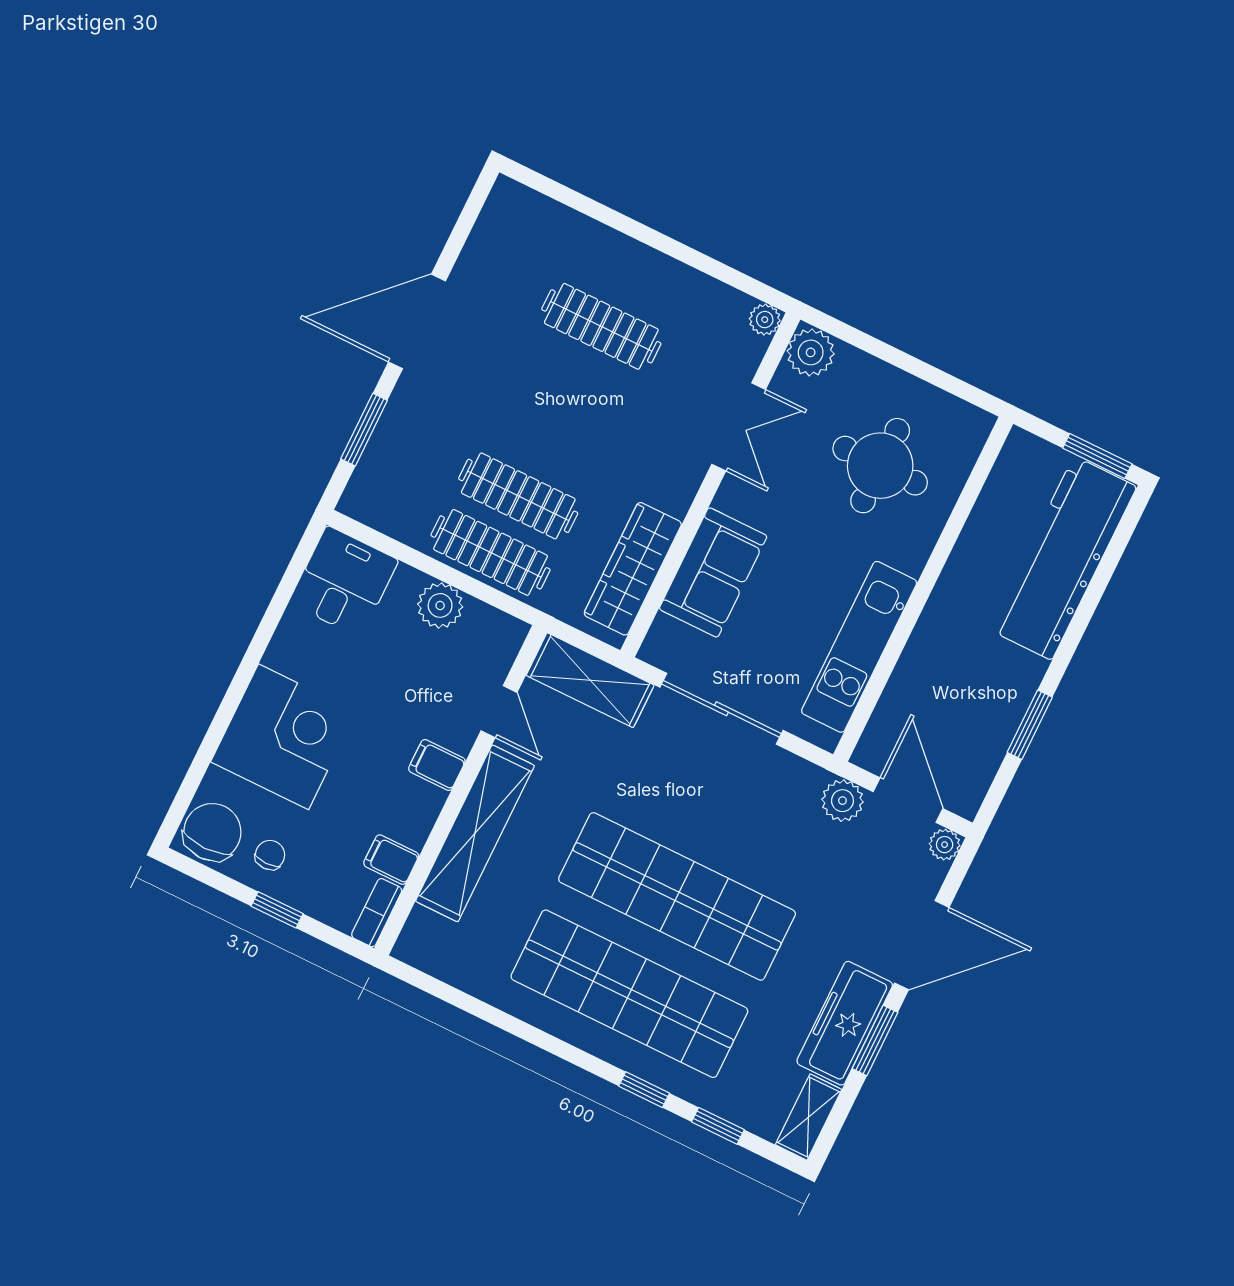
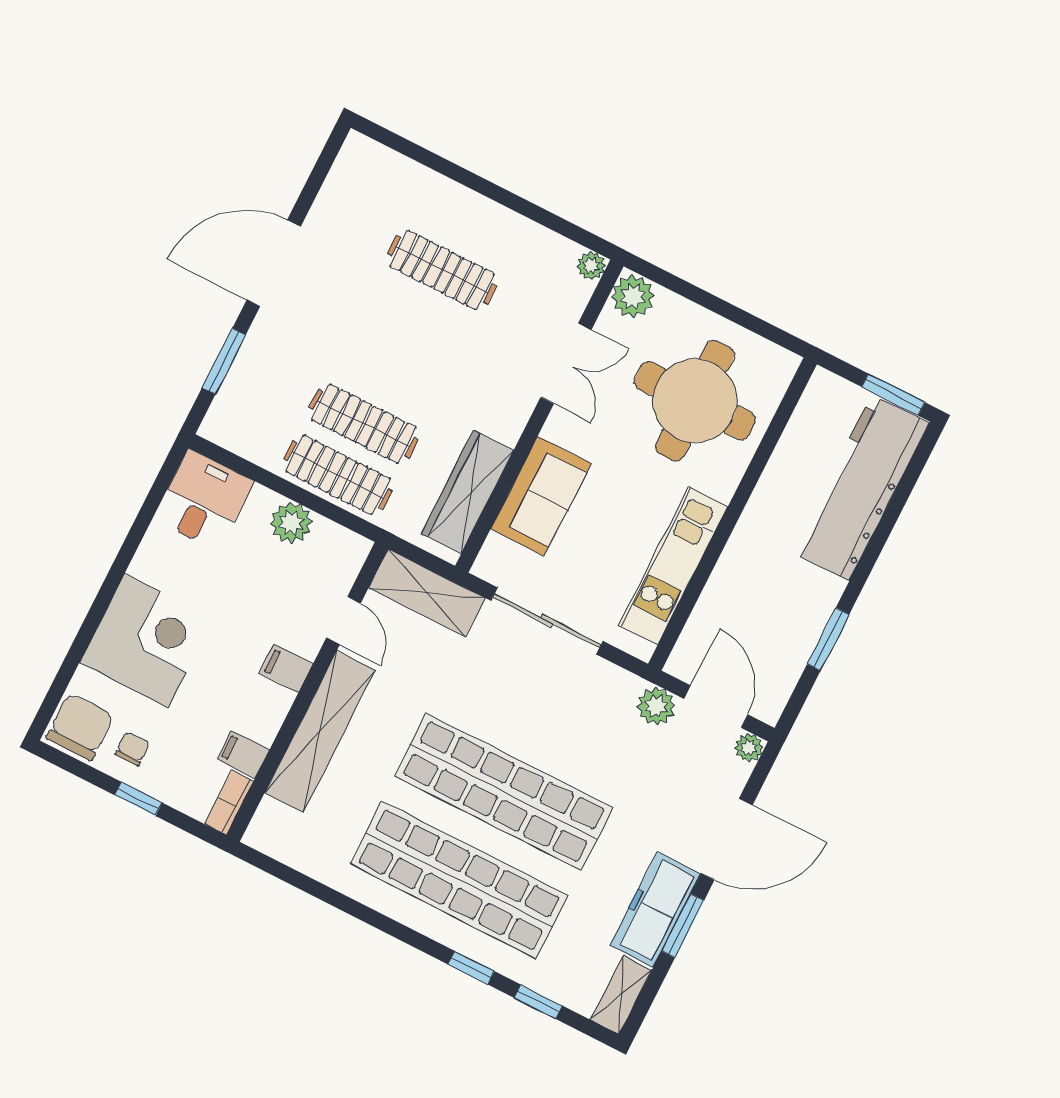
round table: (880, 466) -> (695, 401), width x1.36, depth x1.36

